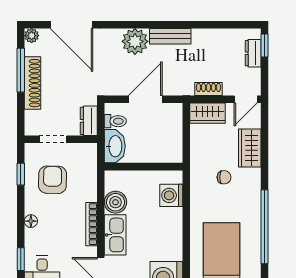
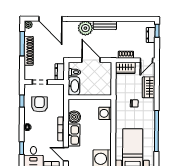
door: (145, 99) -> (91, 60), hinge flipped

